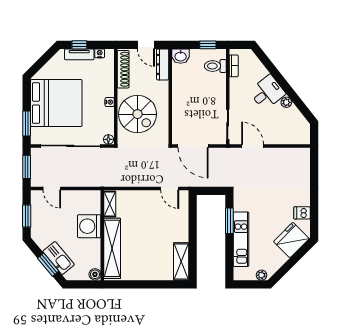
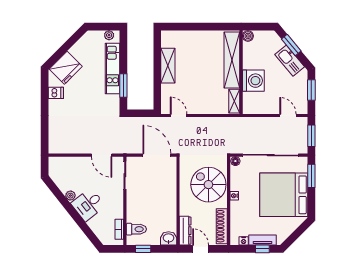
kitchen sink: (59, 258) -> (290, 61), moved
shelving: (181, 262) -> (168, 66), moved
plant: (262, 275) -> (109, 35), moved

